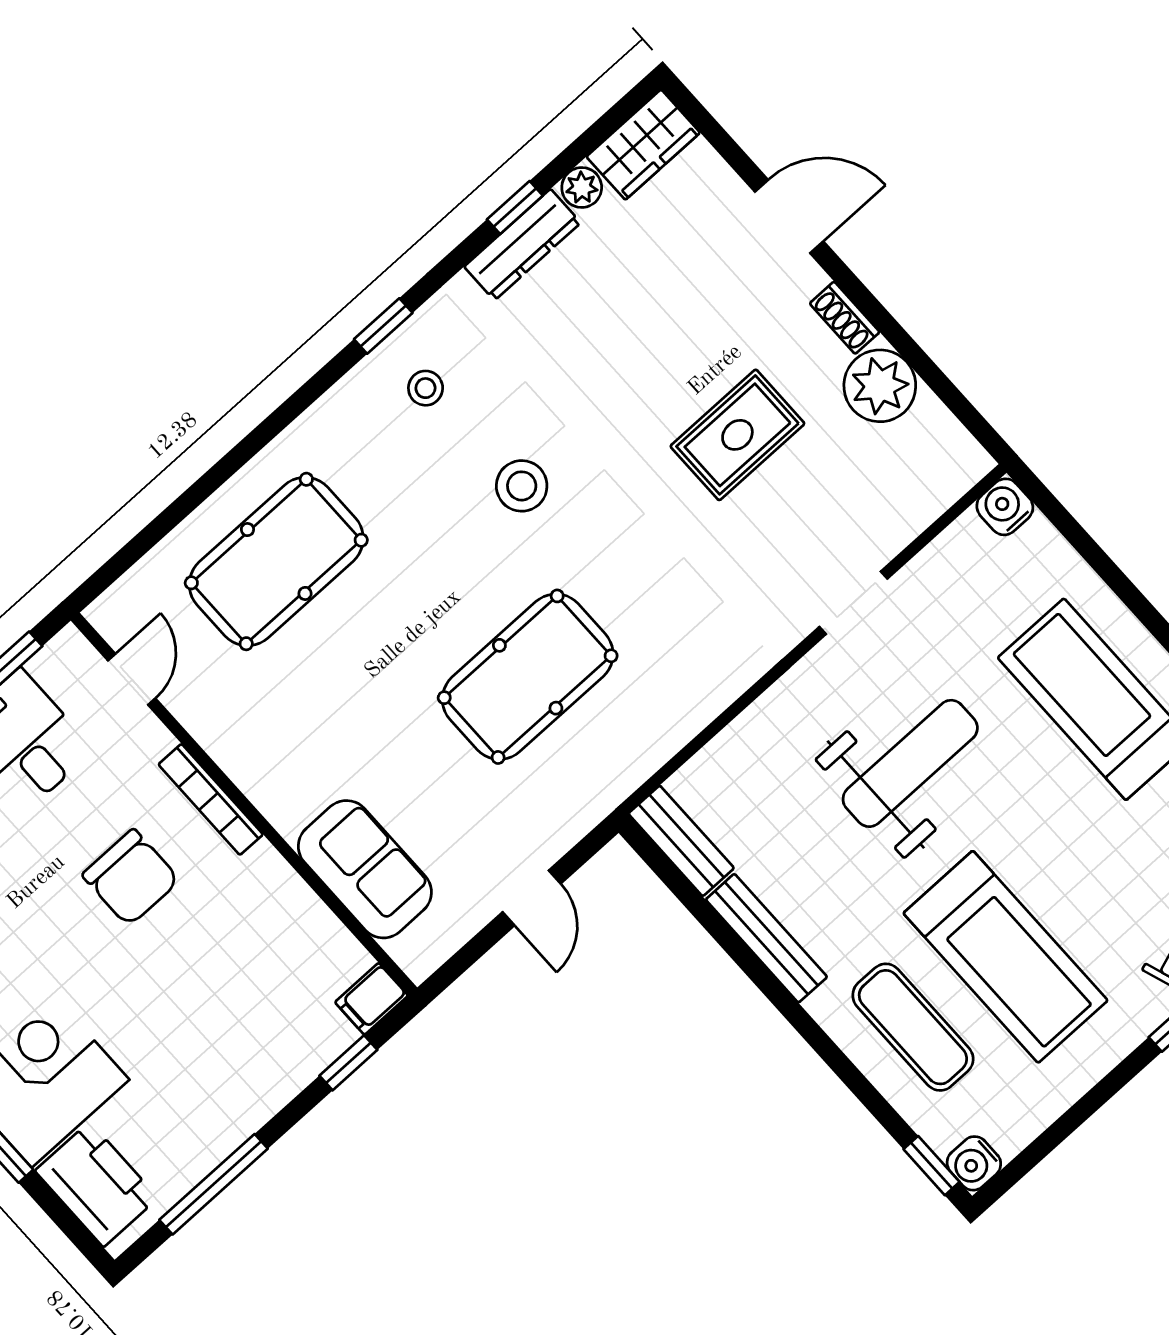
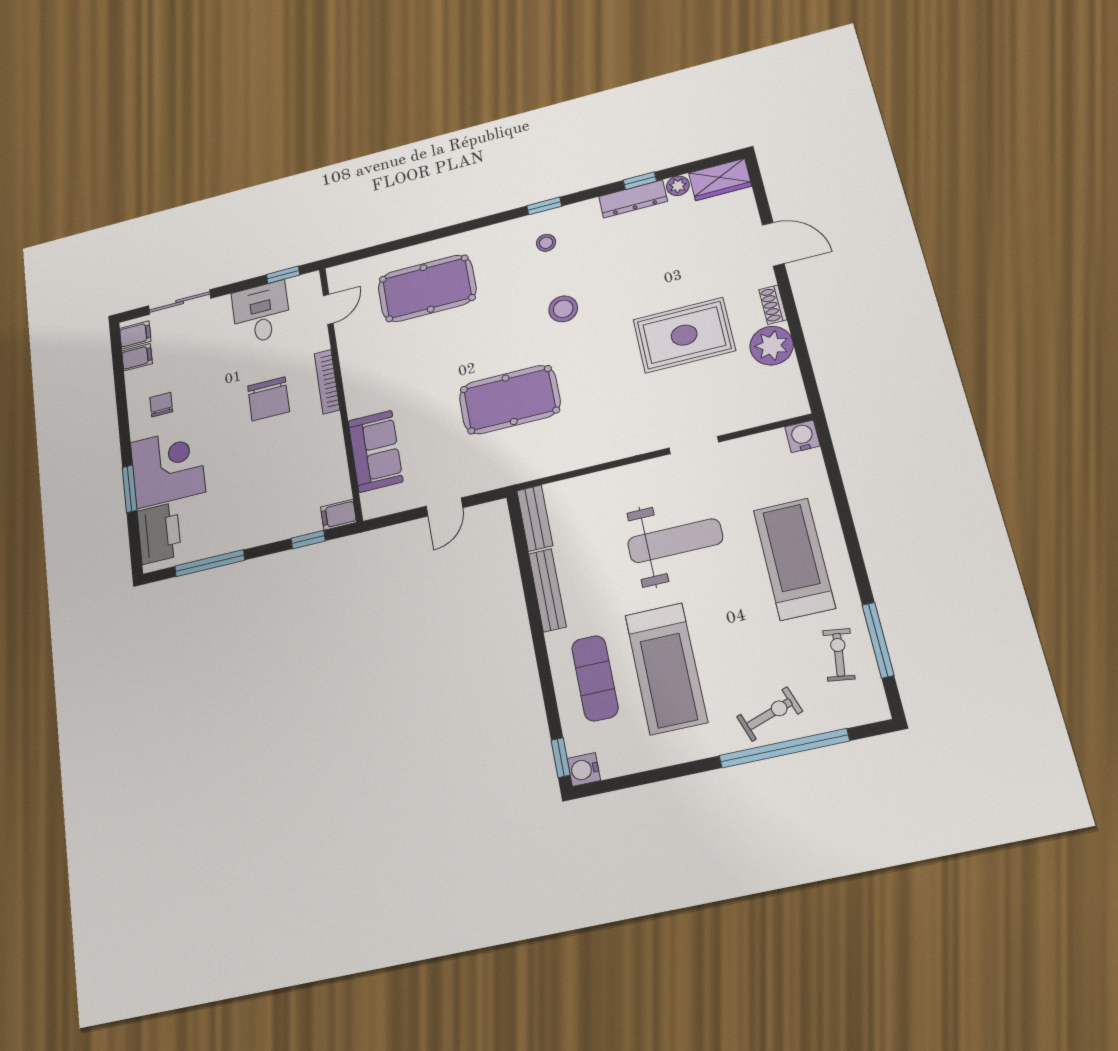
rug: (737, 435) -> (684, 335), width x1.36, depth x1.43

